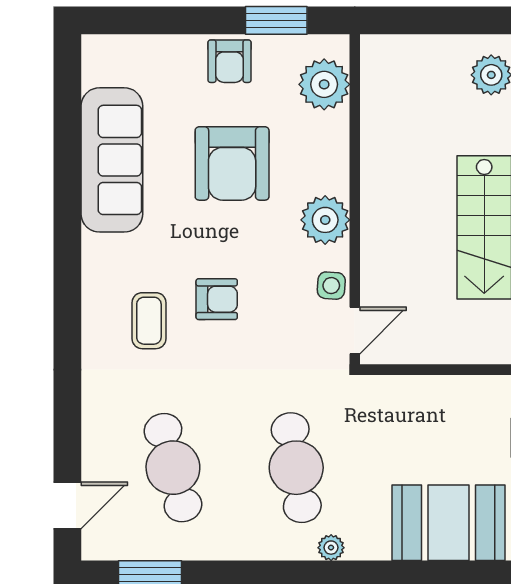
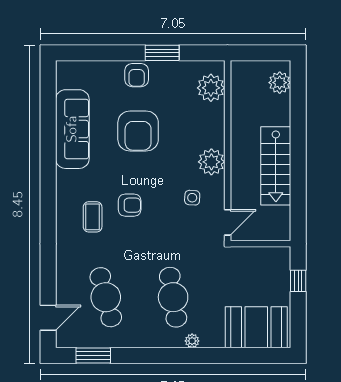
plant: (324, 84) -> (211, 88), moved
wall: (355, 199) -> (228, 151), moved
plant: (325, 220) -> (211, 162), moved
door: (355, 331) -> (228, 222), moved

